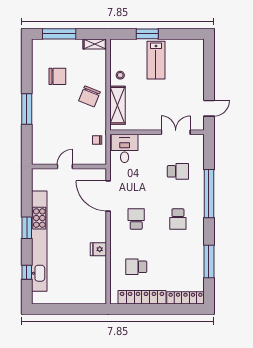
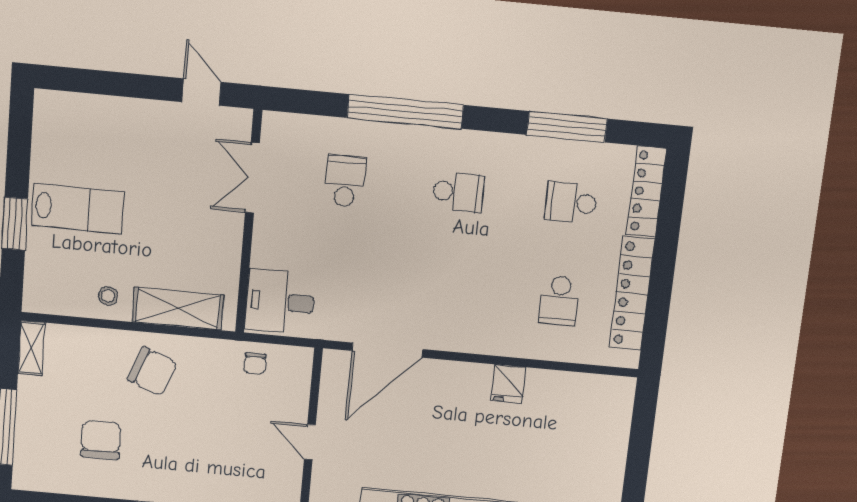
school desk: (136, 219) -> (571, 203), moved

